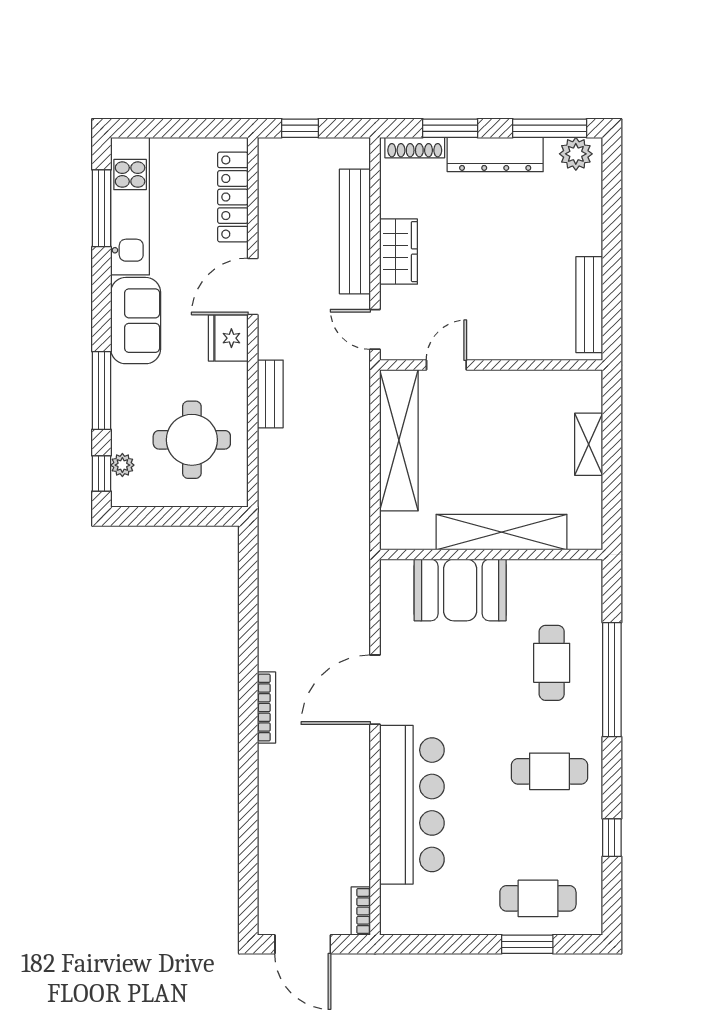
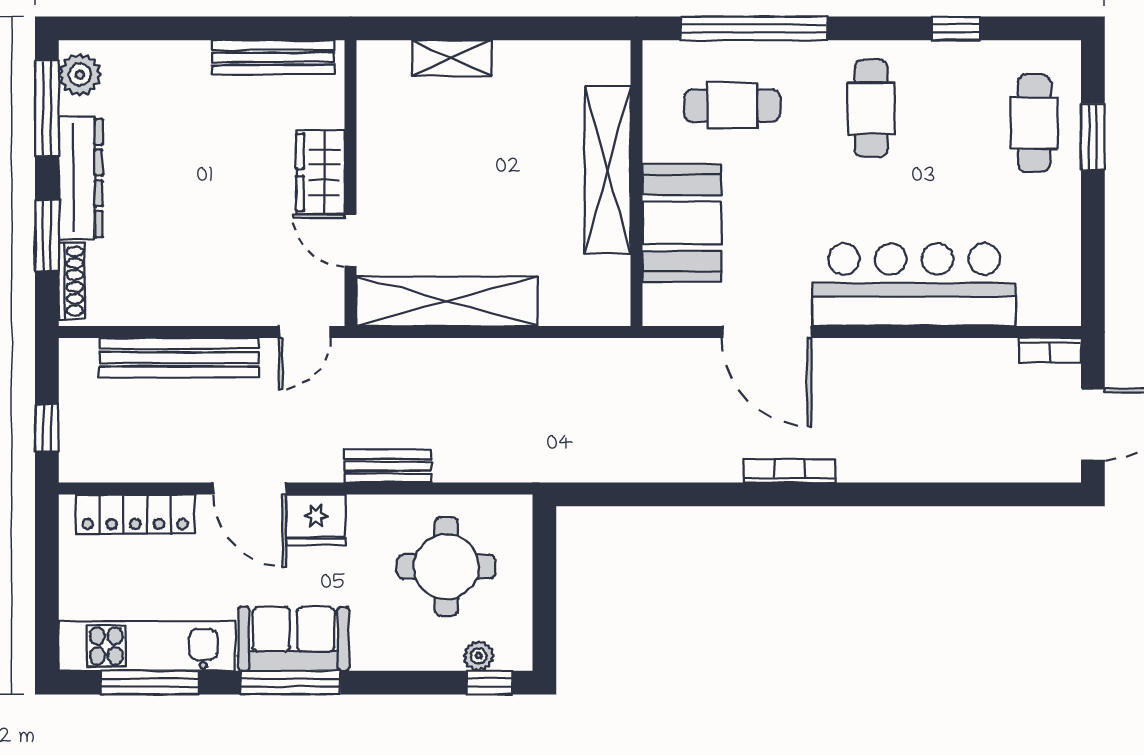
wardrobe: (399, 252) -> (320, 172), moved, turned -90
window: (101, 391) -> (290, 683), moved
shelving: (501, 532) -> (608, 170), moved
wall: (491, 555) -> (637, 183), moved
booth: (460, 590) -> (682, 223), moved

